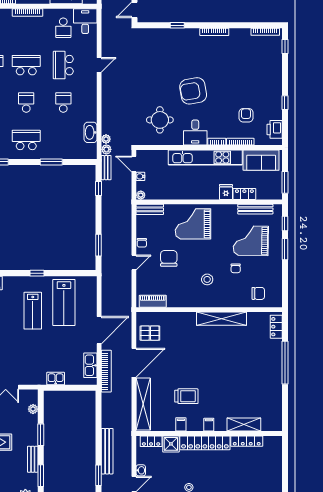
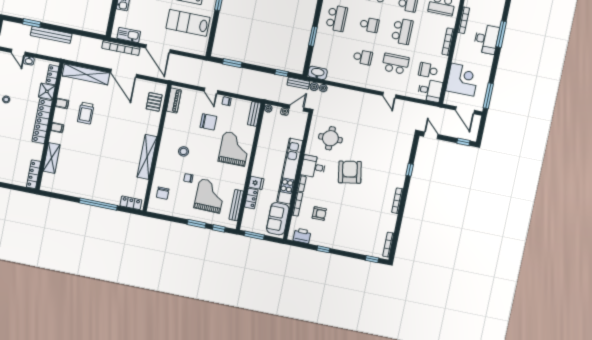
washbasin: (91, 132) -> (318, 73), moved
pallet: (150, 333) -> (154, 102), moved
locker: (247, 441) -> (34, 174), moved

